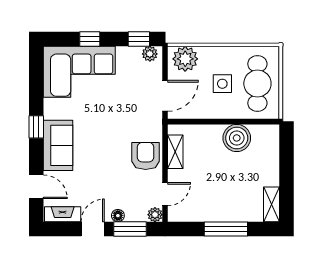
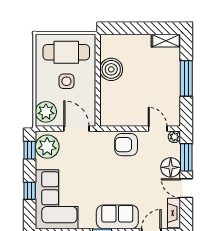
plant: (150, 54) -> (47, 147), width x1.88, depth x1.88
shelving: (175, 152) -> (122, 120), removed
floor lamp: (118, 216) -> (171, 167), width x1.89, depth x1.89

